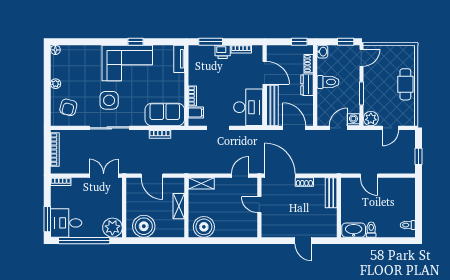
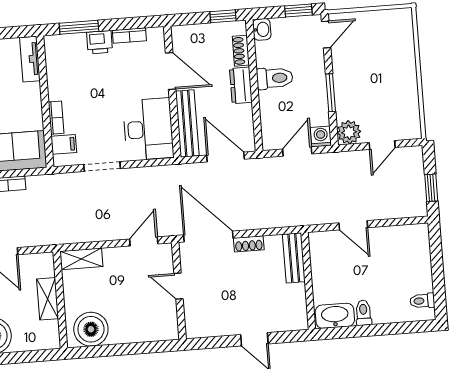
cafe table: (405, 84) -> (401, 72), removed

